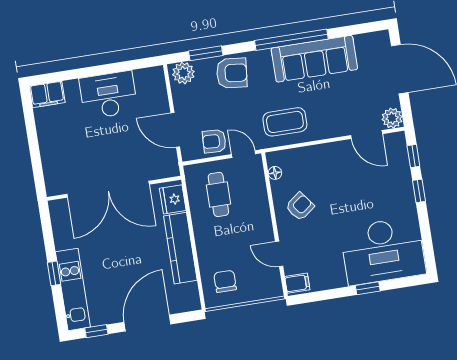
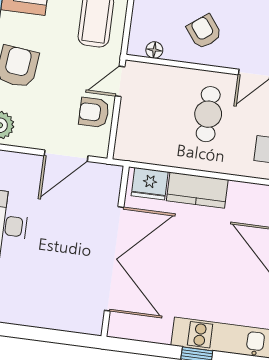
armchair: (214, 141) -> (94, 112), turned 87
cafe table: (218, 194) -> (208, 114), moved, turned 90
kitchen counter: (180, 248) -> (197, 190), width x0.67

